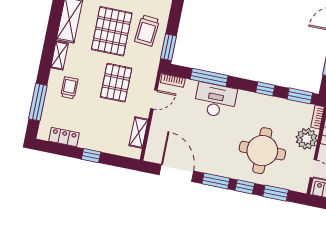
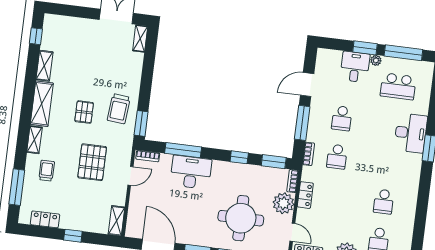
pallet: (112, 31) -> (84, 112), width x0.49, depth x0.50
shelving: (139, 133) -> (116, 221), moved

